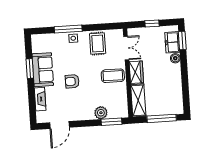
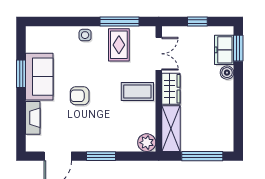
window: (68, 29) -> (119, 22), moved
plant: (101, 113) -> (147, 143), moved
window: (111, 122) -> (101, 156), moved

